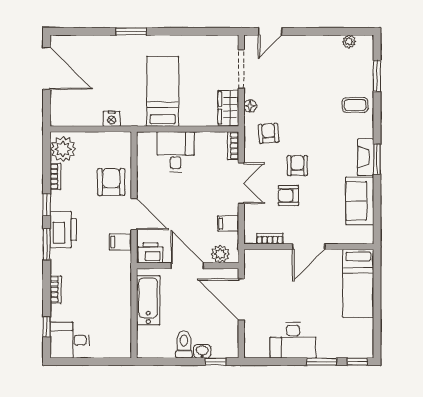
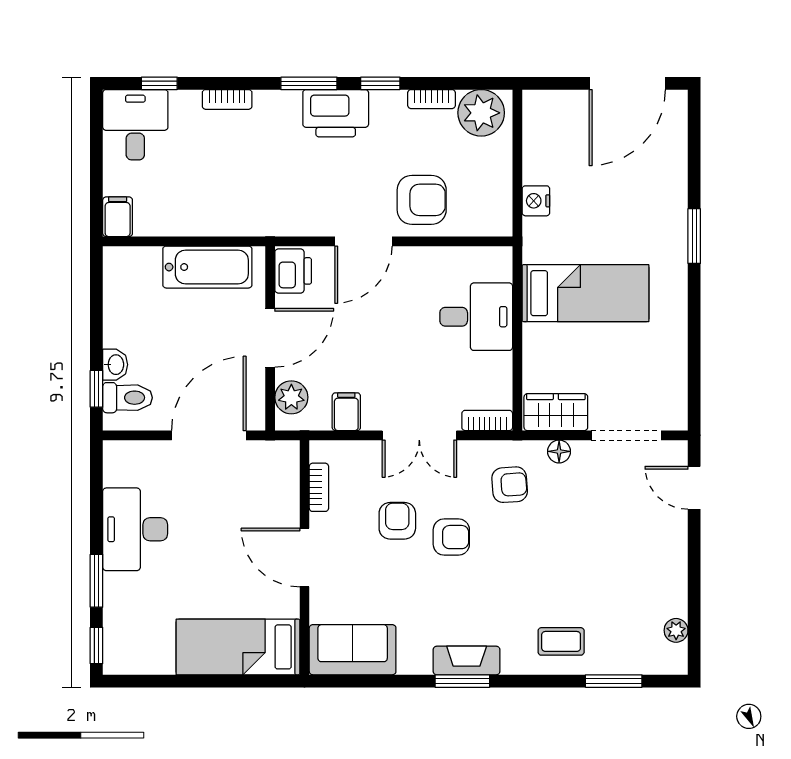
coffee table: (355, 105) -> (561, 641), turned 90
sofa: (360, 201) -> (353, 650), moved
filing cabinet: (120, 242) -> (118, 217), moved
toilet: (184, 344) -> (128, 398), moved

